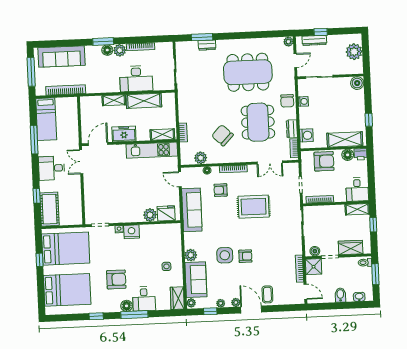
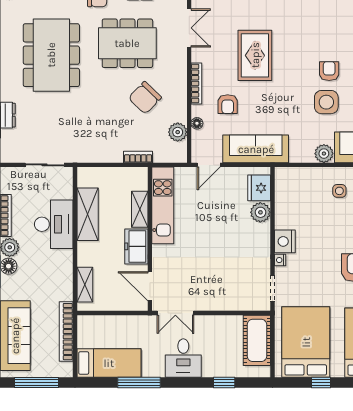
shelving: (114, 100) -> (85, 285), moved
shelving: (162, 134) -> (140, 209), moved
cot: (50, 209) -> (257, 340), moved, turned 90

